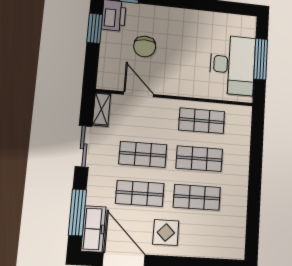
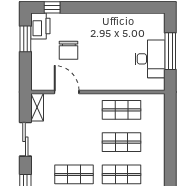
desk: (232, 65) -> (150, 59), width x0.73, depth x0.77
shop shelf: (143, 154) -> (74, 142), removed

